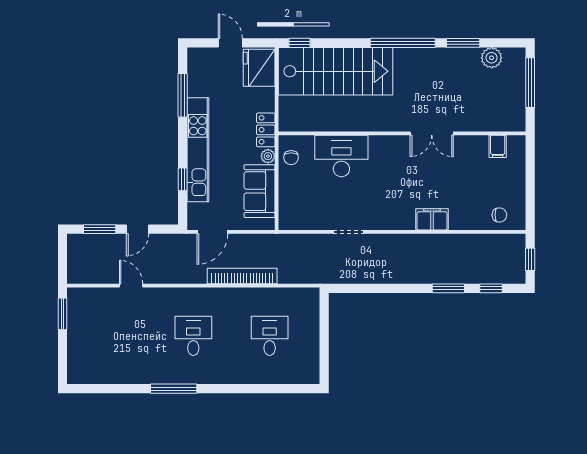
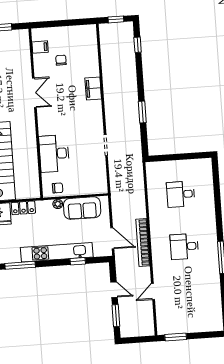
locker: (266, 130) -> (23, 208), moved
chair: (499, 215) -> (61, 60), moved
bookcase: (242, 276) -> (143, 243), moved
window: (448, 288) -> (142, 112), moved

